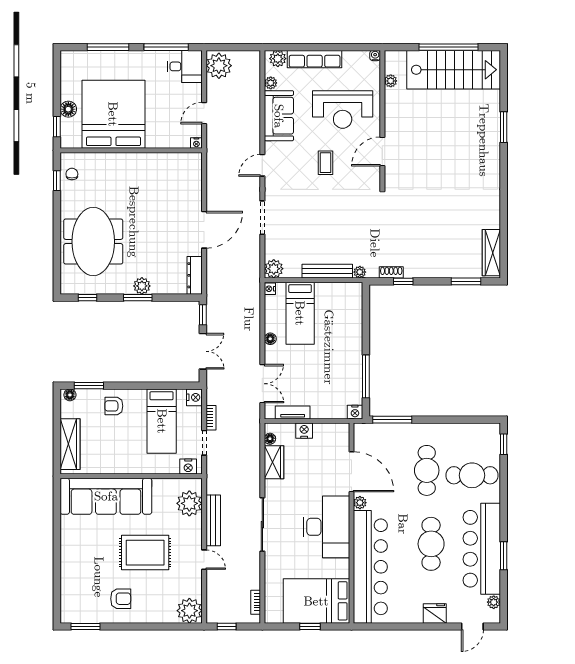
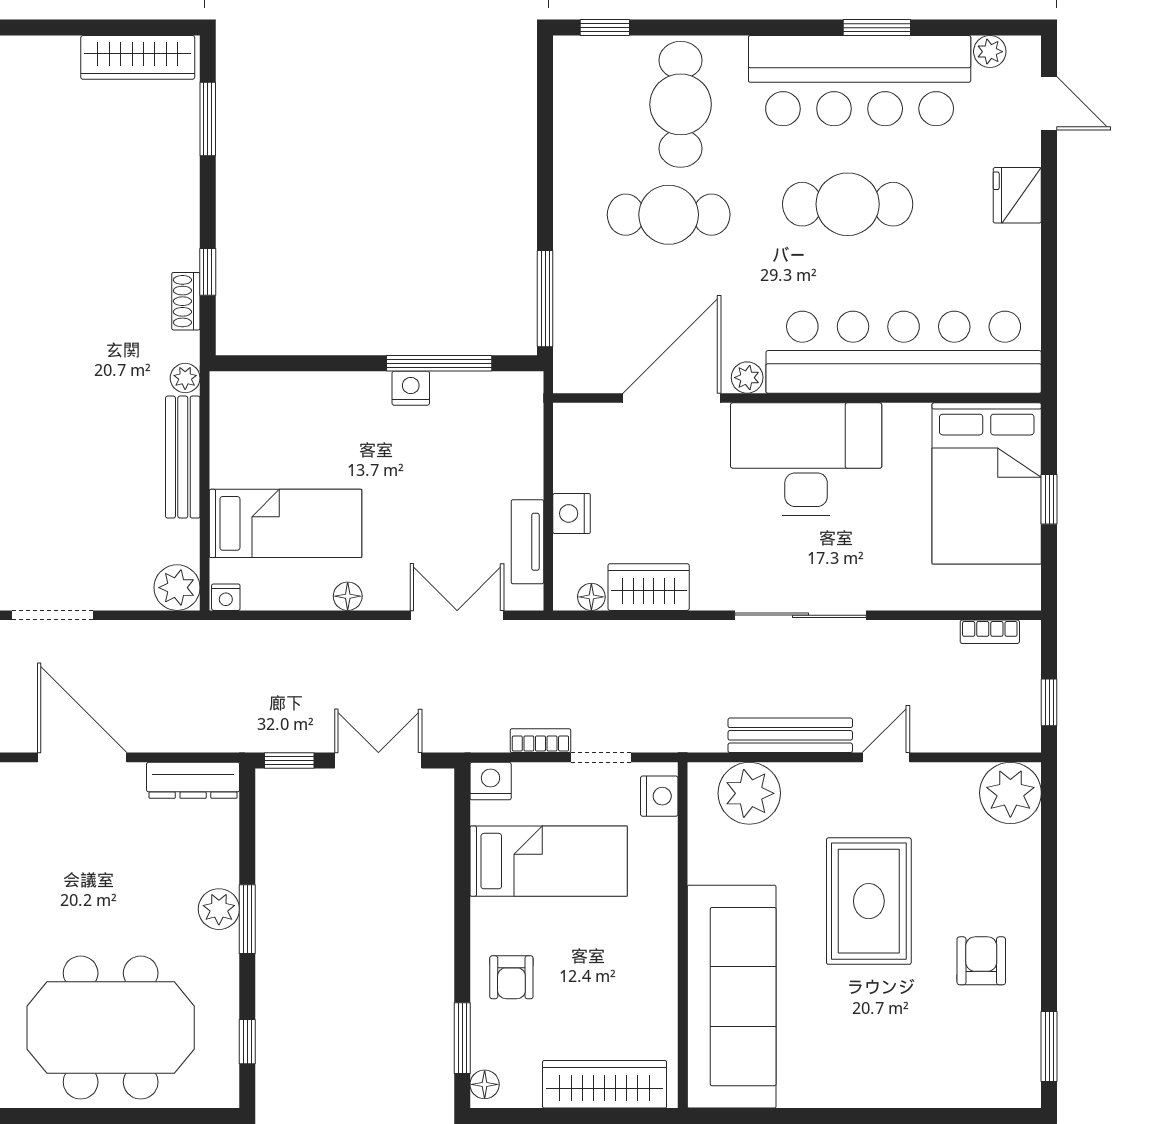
nightstand: (355, 412) -> (411, 388), moved, turned -90

